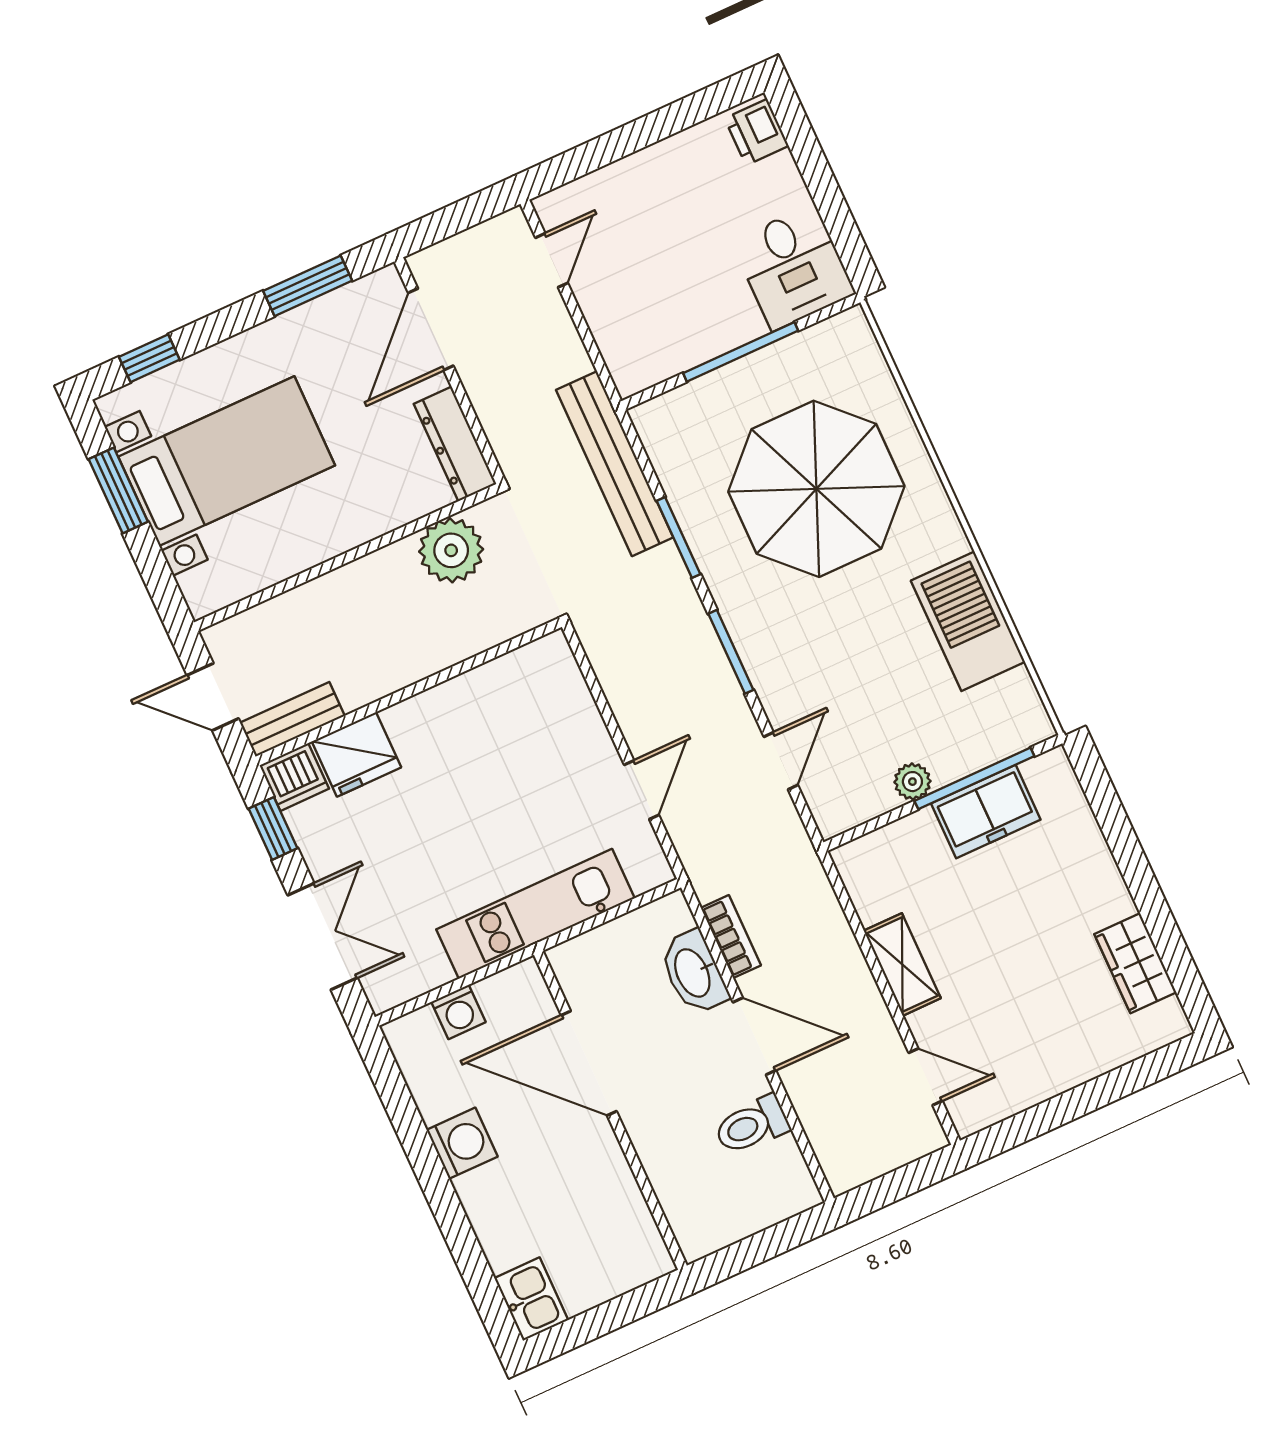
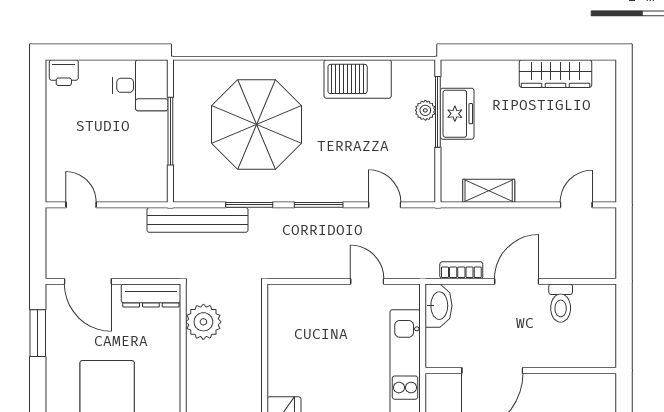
plant: (912, 782) -> (425, 110), moved
wardrobe: (1135, 963) -> (556, 74), width x1.50
shelving: (902, 964) -> (489, 191), moved
washbasin: (694, 972) -> (438, 306), moved, turned -90

